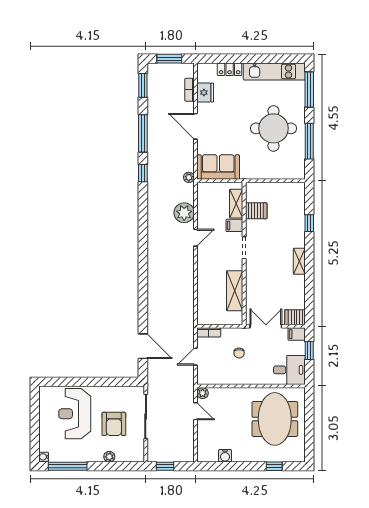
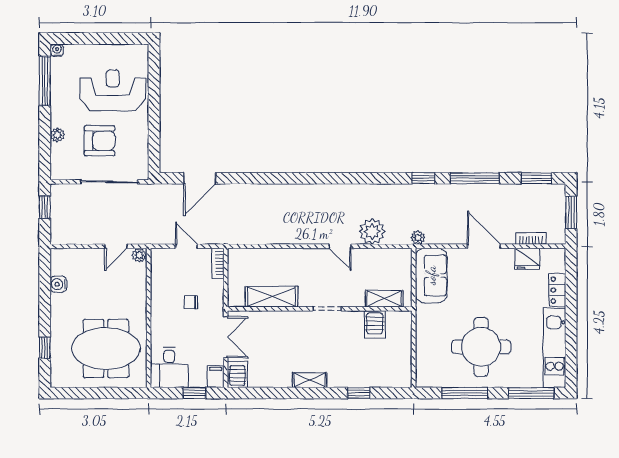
door: (196, 126) -> (484, 246), hinge flipped
filing cabinet: (234, 225) -> (356, 296), removed
armchair: (114, 424) -> (100, 141), turned 180

